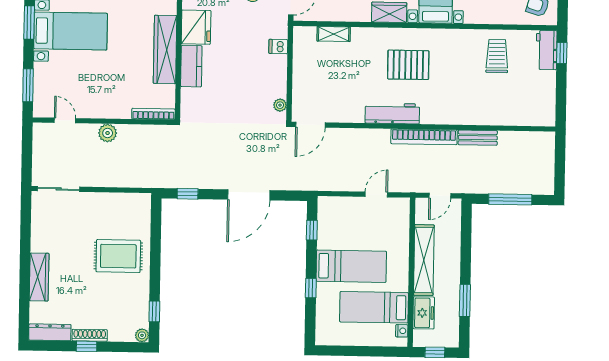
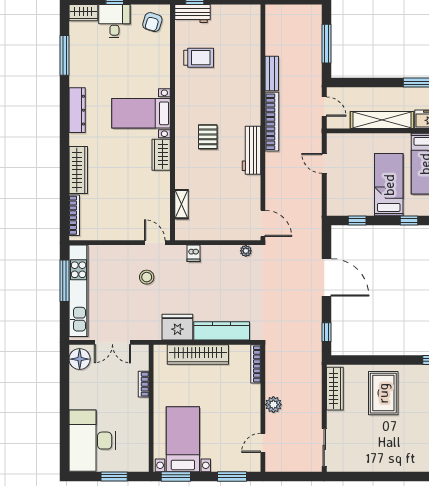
trolley: (497, 56) -> (199, 58), turned 180
pallet: (408, 65) -> (208, 137), width x0.67, depth x0.71
kitchen counter: (191, 66) -> (222, 331), width x1.50
wardrobe: (39, 277) -> (335, 389), moved, turned 90

